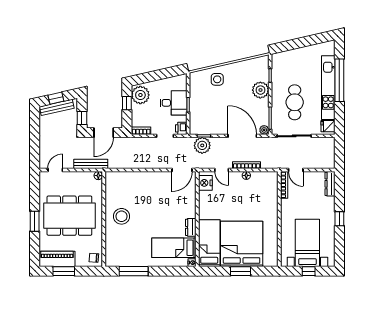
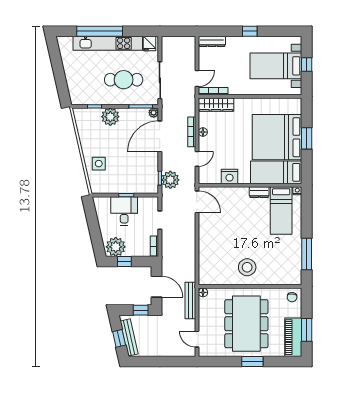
printer: (181, 128) -> (152, 203), removed
nightstand: (205, 183) -> (230, 176), moved
wardrobe: (272, 188) -> (216, 105), added

